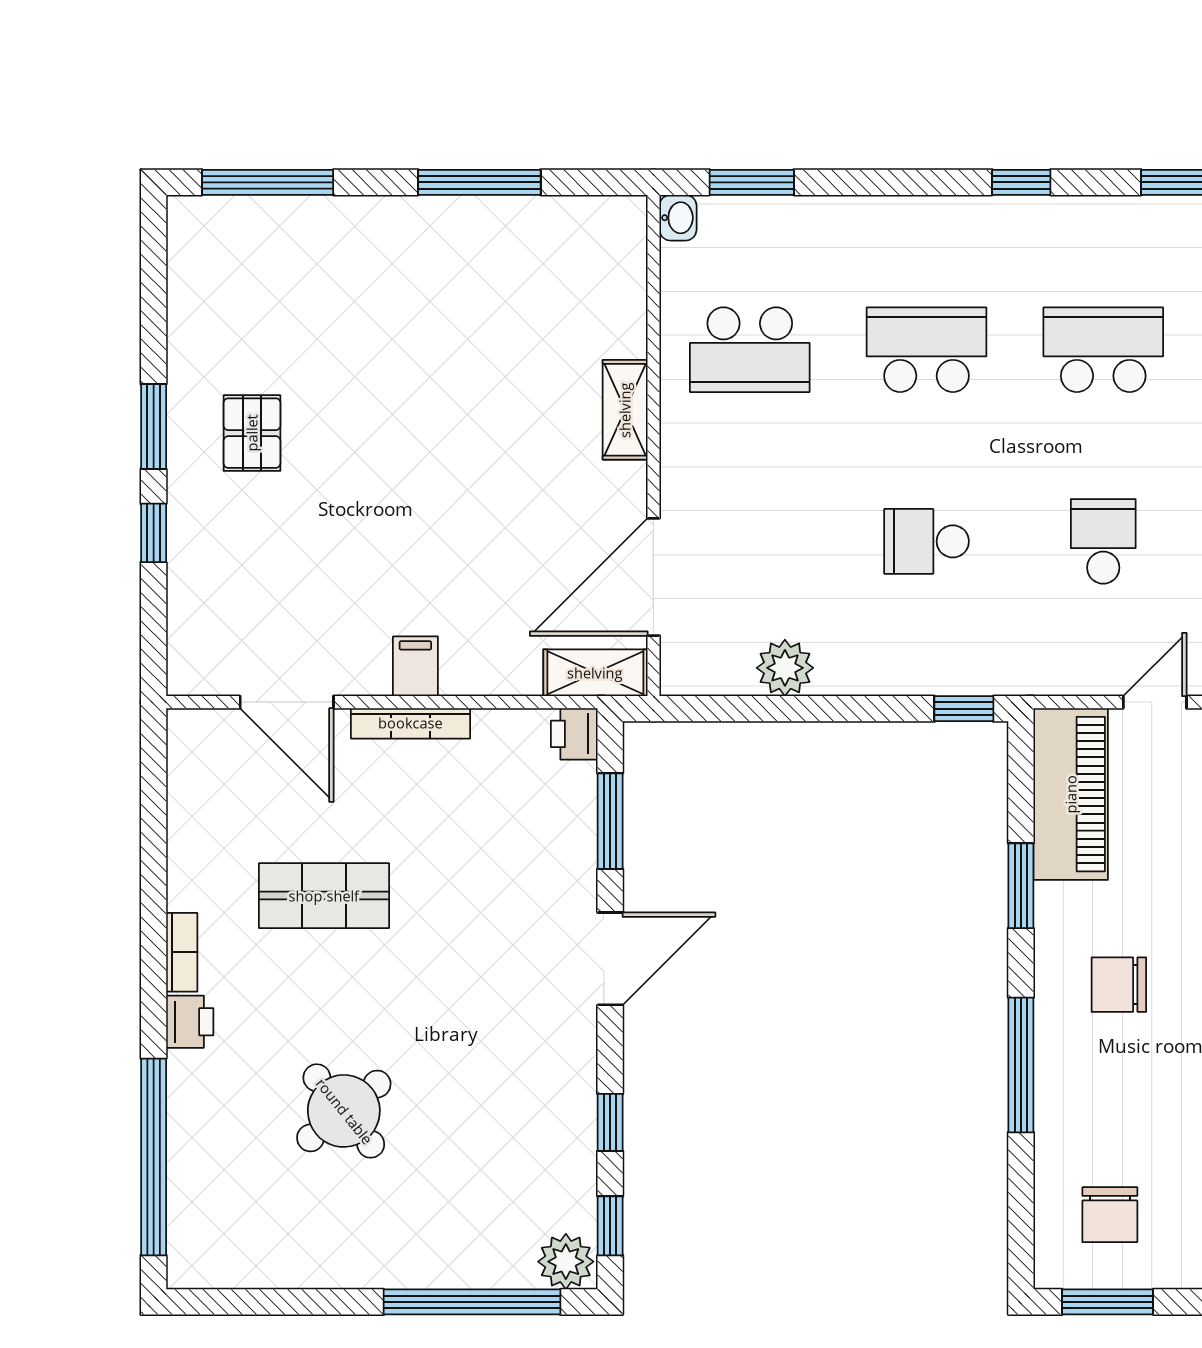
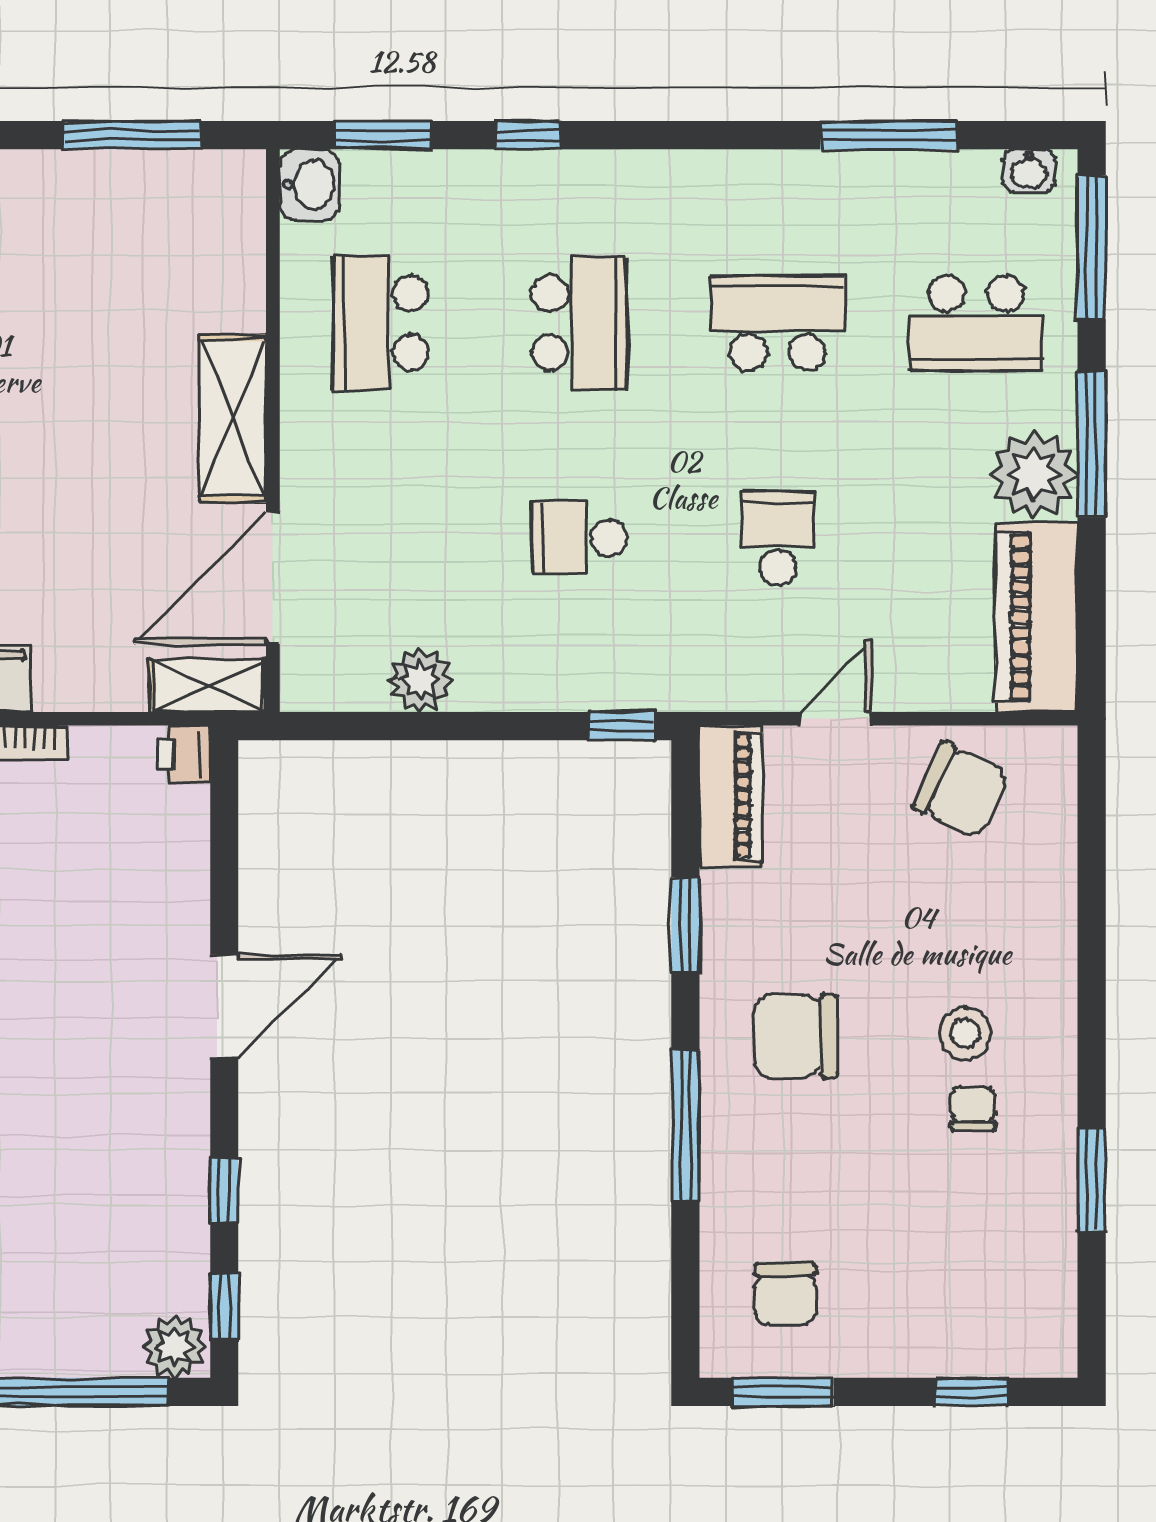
window: (479, 182) -> (132, 135), moved
window: (1021, 182) -> (528, 135), moved
washbasin: (678, 218) -> (310, 185), width x1.38, depth x1.45
school desk: (750, 350) -> (381, 323), turned 90
school desk: (926, 350) -> (579, 323), turned 90
shelving: (625, 410) -> (233, 418), width x1.50, depth x1.33
piano: (1071, 794) -> (731, 796), width x0.73, depth x0.75
window: (610, 821) -> (224, 852), removed
chair: (1119, 985) -> (795, 1036), width x1.37, depth x1.37

